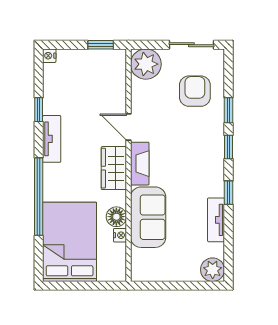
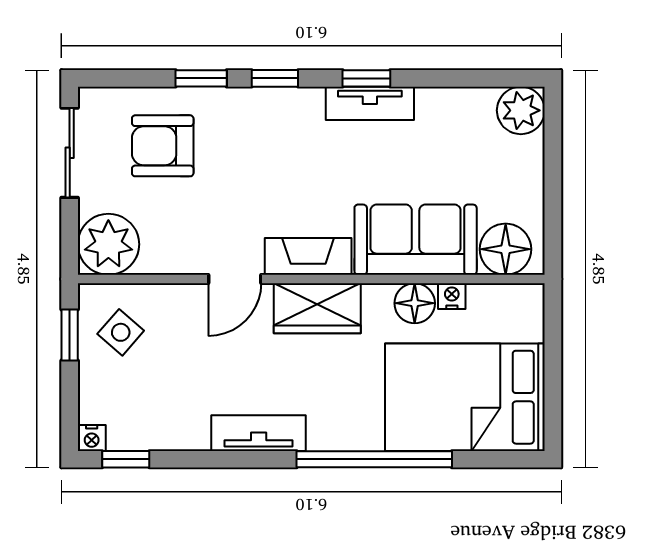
side table: (102, 70) -> (121, 332), added
window: (39, 110) -> (126, 459), moved
tv unit: (216, 220) -> (370, 103), moved
floor lamp: (143, 262) -> (506, 249), added

